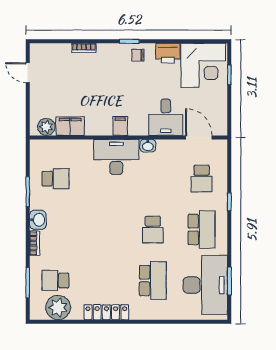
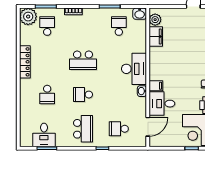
filing cabinet: (120, 126) -> (156, 86), moved
school desk: (55, 179) -> (119, 26), turned 180
washbasin: (38, 220) -> (140, 14), moved
school desk: (104, 230) -> (83, 60), added
school desk: (202, 230) -> (83, 129), turned -90
school desk: (153, 280) -> (47, 95), width x0.54
desk: (205, 285) -> (44, 135), width x0.53, depth x0.77
plant: (58, 307) -> (28, 17), moved

